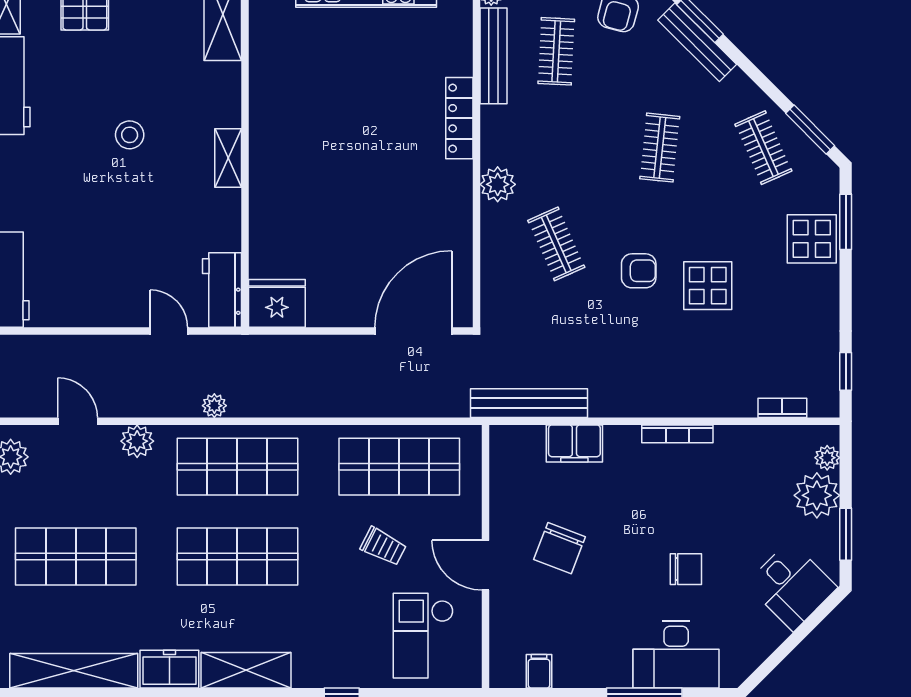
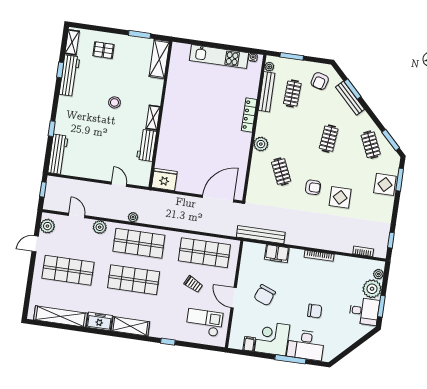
workbench: (222, 290) -> (147, 145), moved
desk: (792, 586) -> (364, 311), moved, turned -45
checkout: (423, 636) -> (204, 323), turned 90
corner desk: (592, 650) -> (272, 338), added

